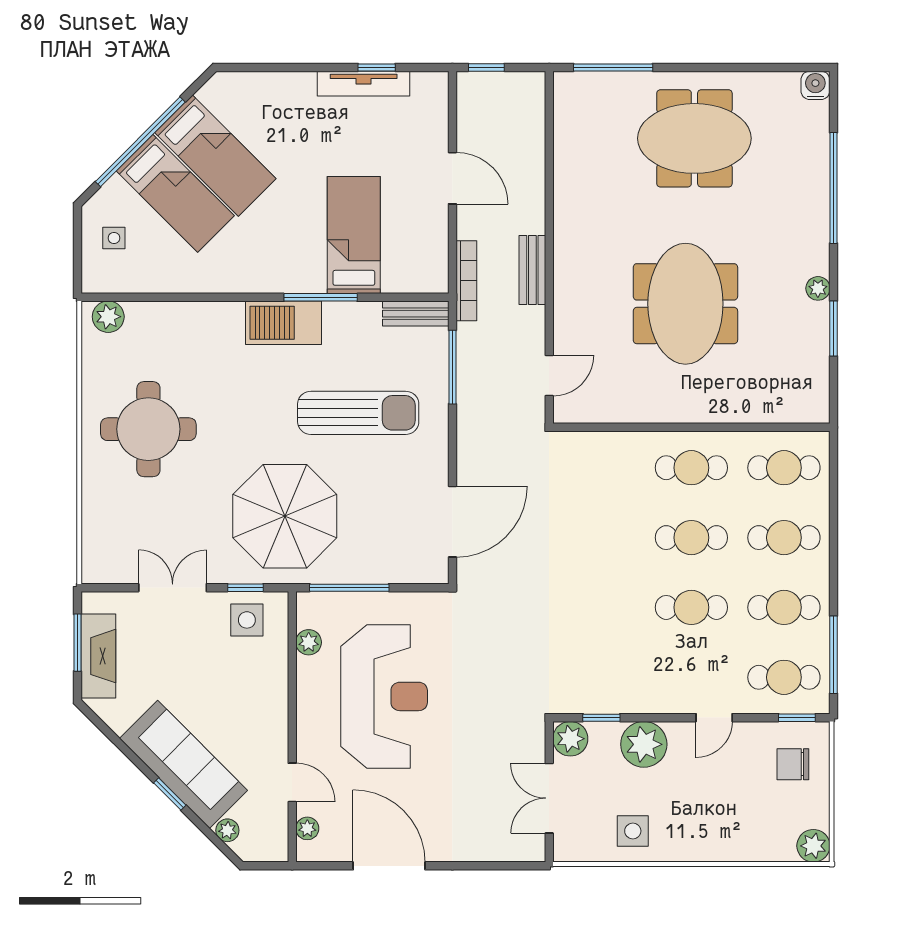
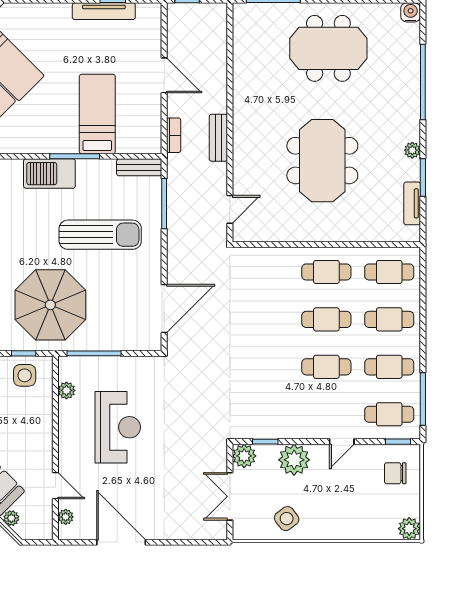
bookcase: (466, 281) -> (174, 135), width x0.64
tv unit: (818, 367) -> (412, 203), added
reception desk: (384, 696) -> (118, 427), width x0.74, depth x0.77
side table: (633, 831) -> (287, 519), turned -37

